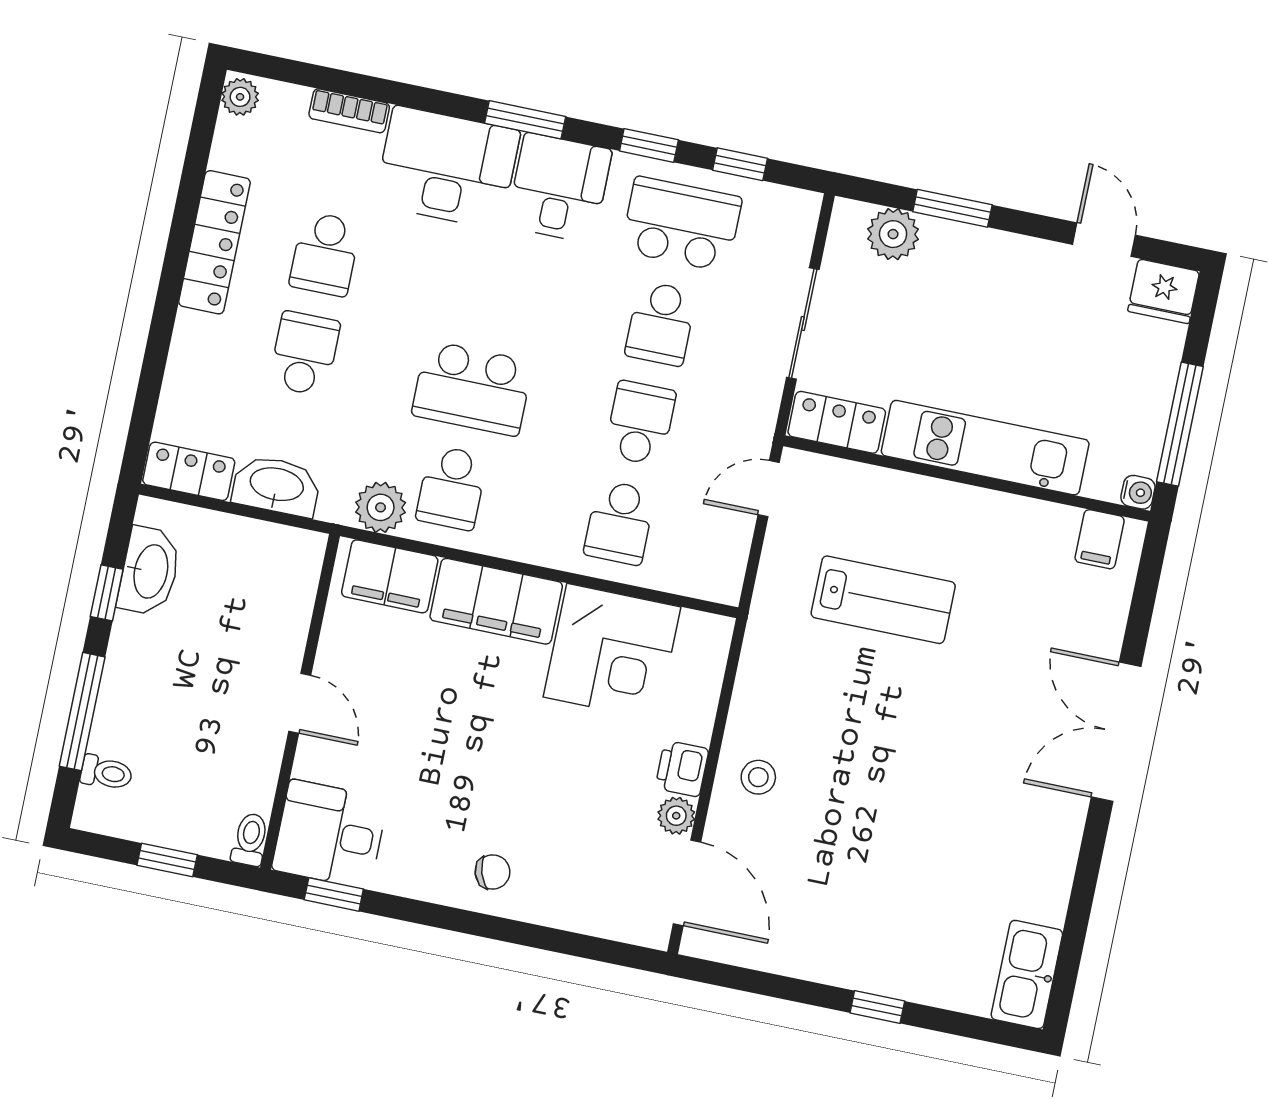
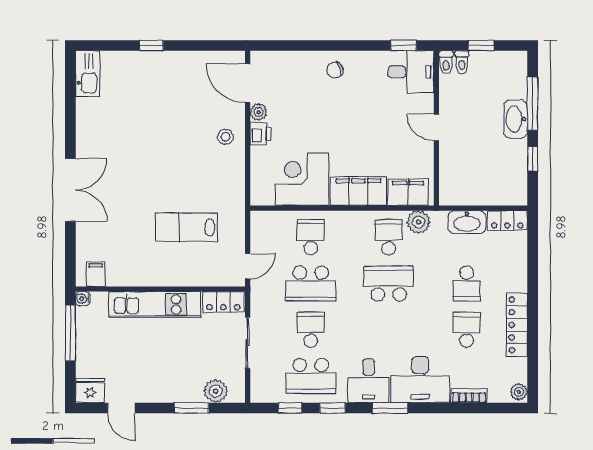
school desk: (640, 423) -> (311, 284), width x1.85
washbasin: (149, 571) -> (516, 119), moved
toilet: (106, 773) -> (462, 62), moved, turned -90

